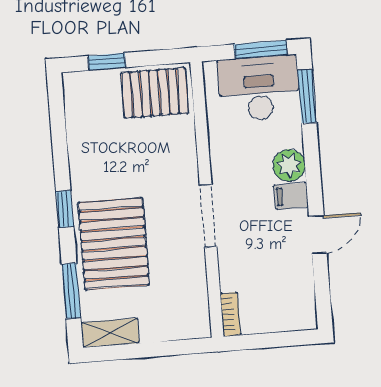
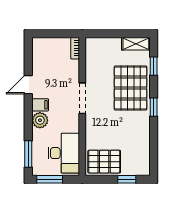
desk: (259, 88) -> (64, 153), moved, turned -90
window: (71, 291) -> (154, 66), width x0.67

